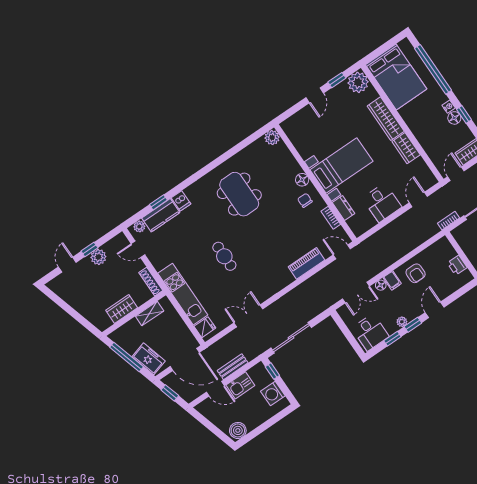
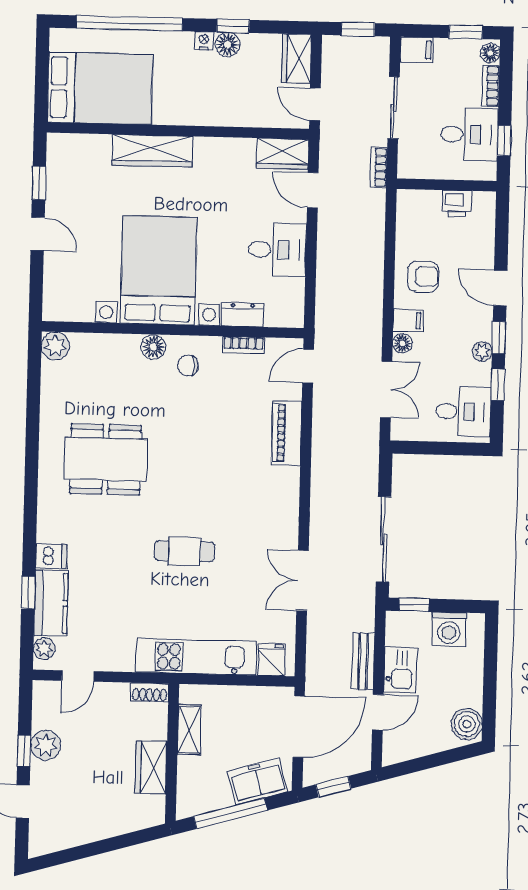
plant: (358, 82) -> (66, 153), removed
wardrobe: (406, 148) -> (283, 154), moved
bed with nightstands: (341, 165) -> (159, 270), width x1.36
shoe rack: (151, 282) -> (150, 692), width x0.70

